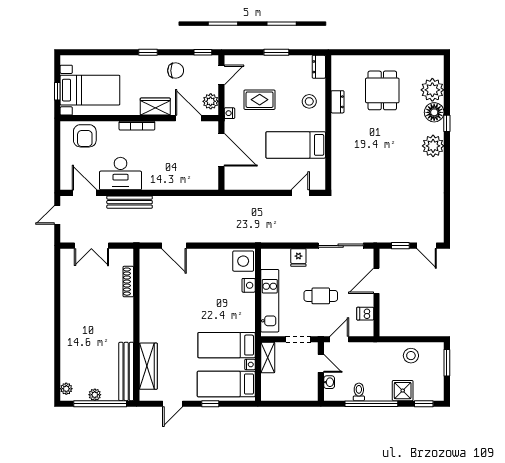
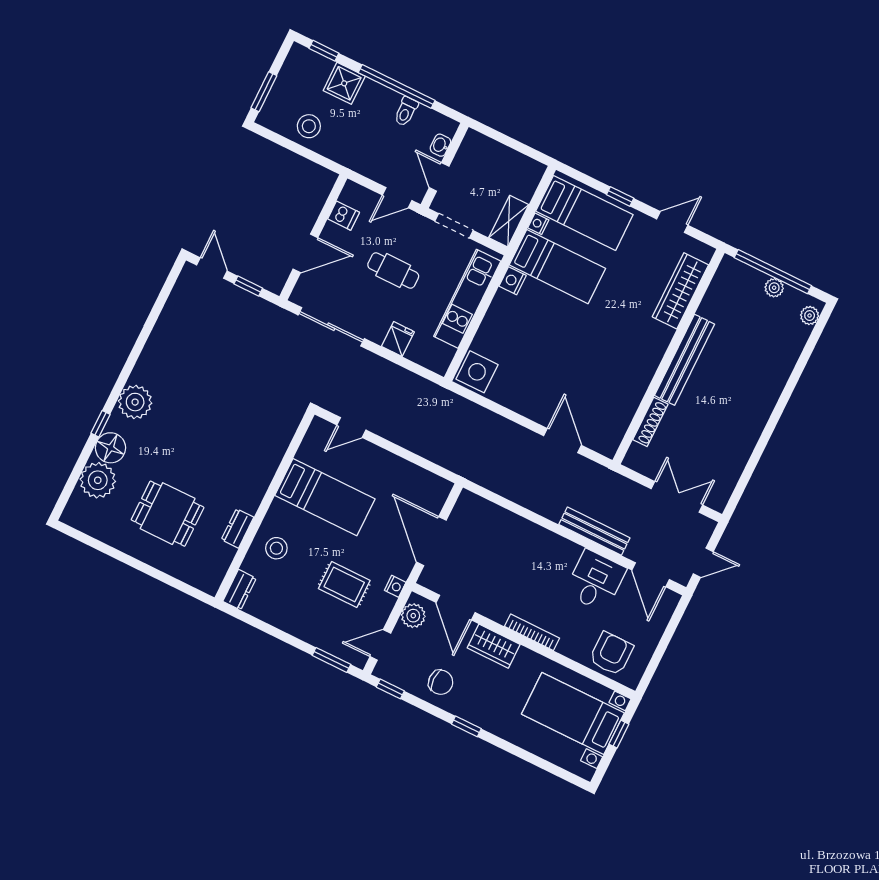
window: (276, 52) -> (331, 660), moved
chair: (176, 71) -> (441, 682), turned 180
dining table: (382, 90) -> (168, 514), turned 90
desk: (121, 174) -> (595, 581), width x0.73
nightstand: (249, 285) -> (513, 281), moved
bench: (126, 371) -> (685, 360), moved

